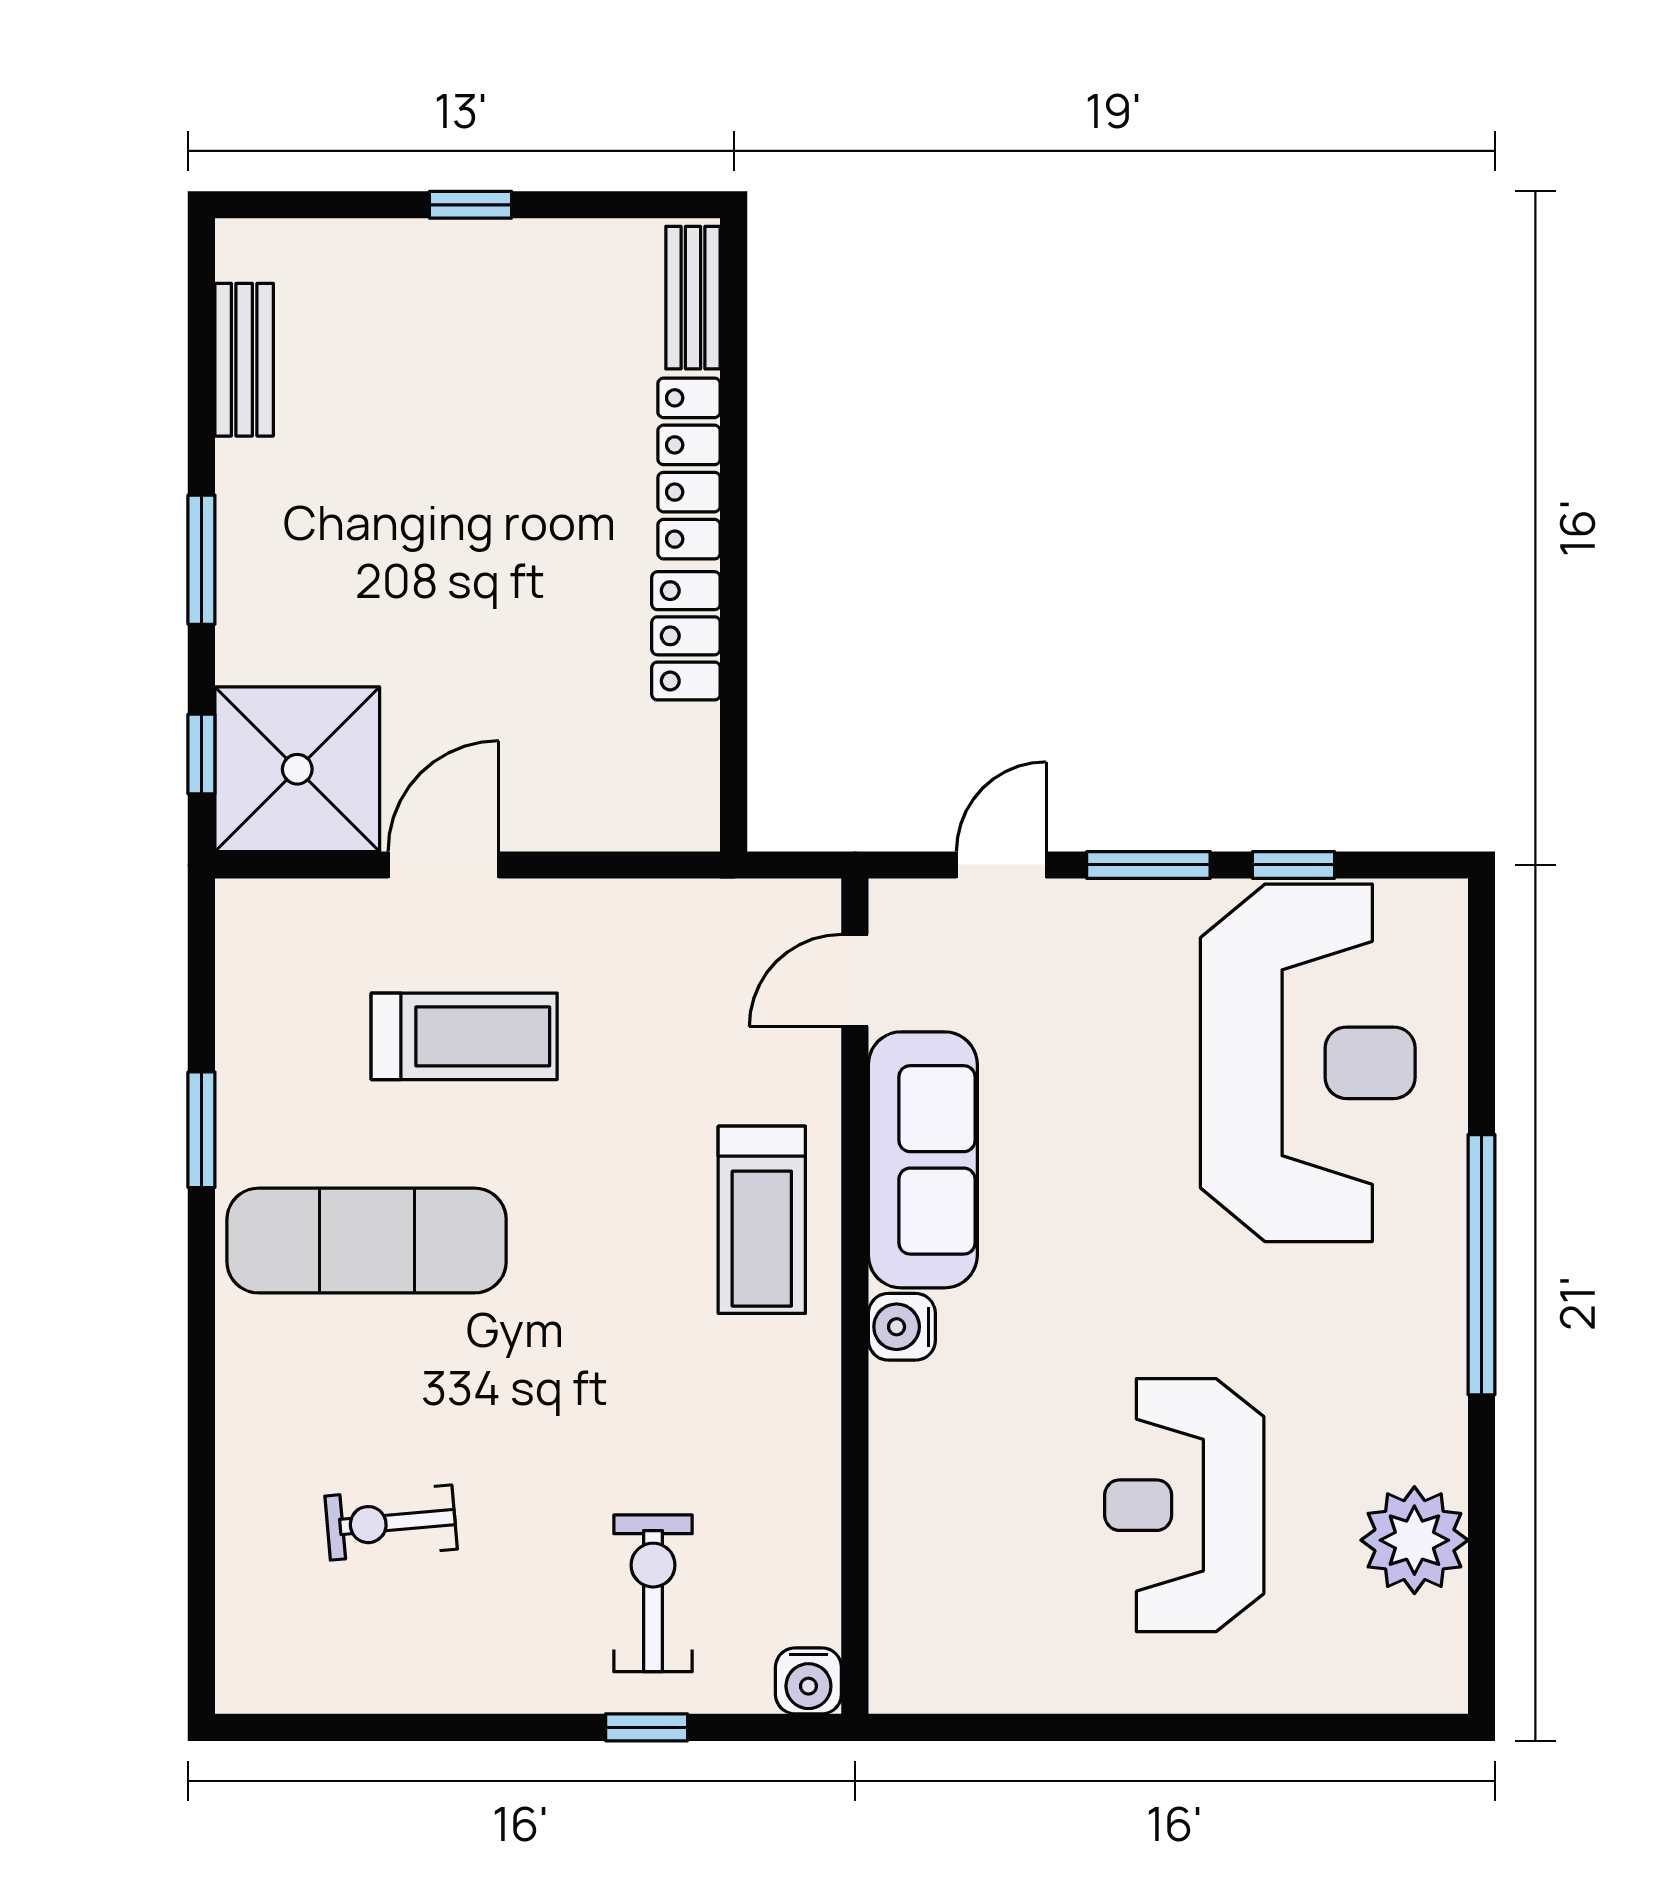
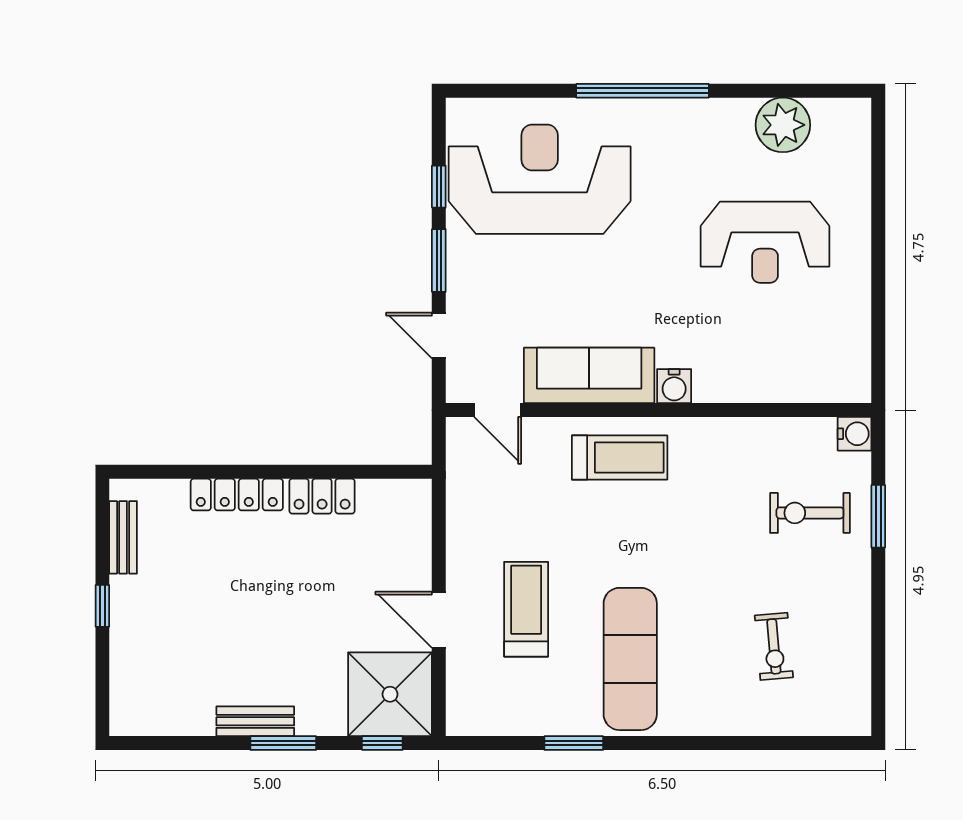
bench: (693, 298) -> (123, 537), moved, turned 90
bench: (244, 360) -> (255, 721), moved
window: (647, 1727) -> (878, 516), width x1.50

